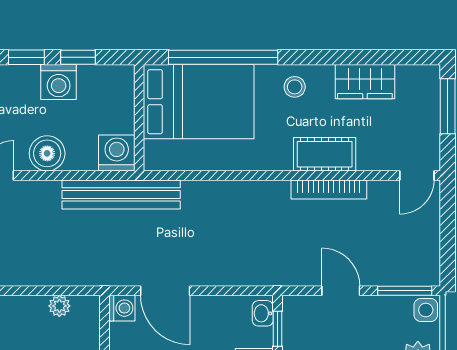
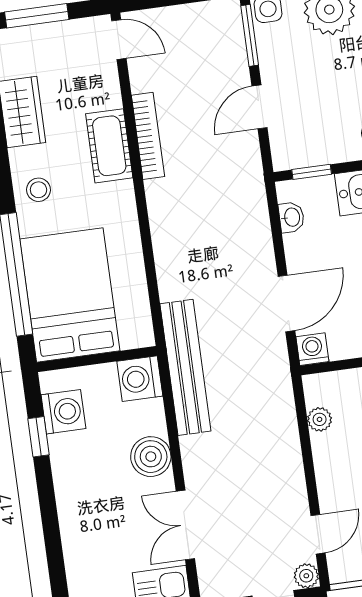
window: (26, 57) -> (46, 495), removed
washing machine: (59, 82) -> (63, 412), moved
washbasin: (263, 313) -> (291, 217), moved, turned -90

